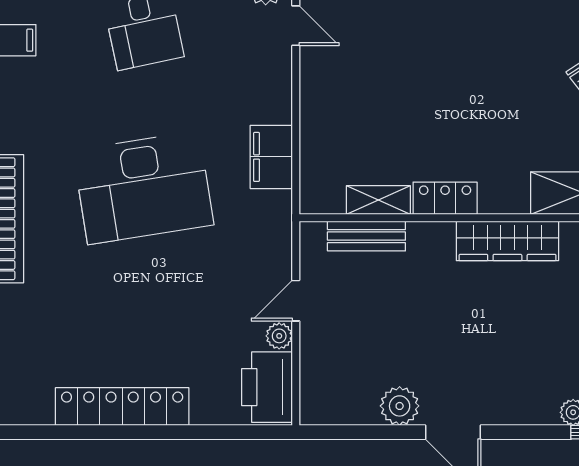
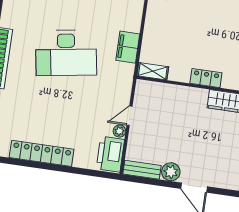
shelving: (378, 200) -> (153, 71), moved
bench: (366, 236) -> (142, 170), moved

